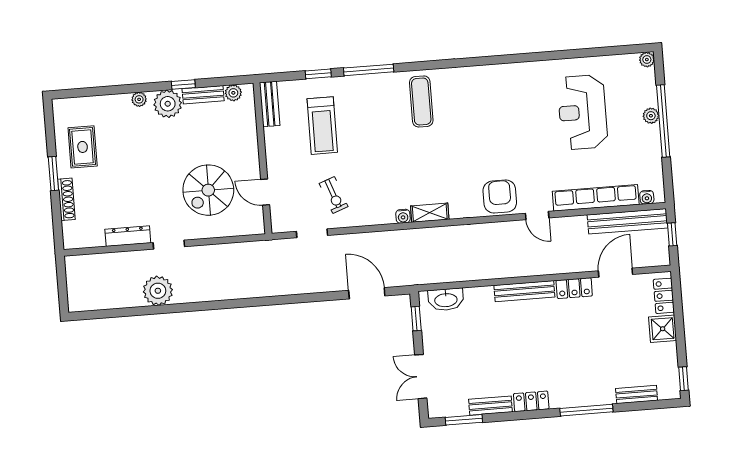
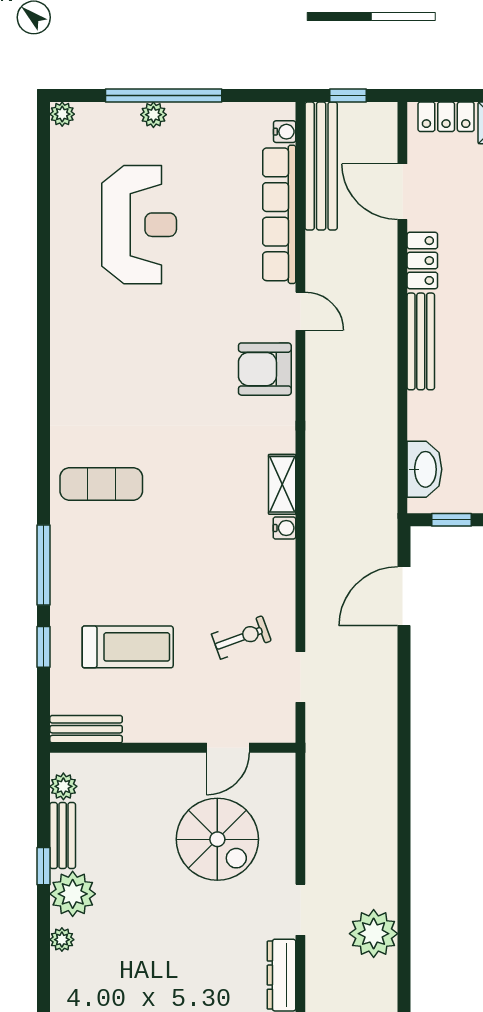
reception desk: (583, 112) -> (139, 225), turned -90
door: (537, 216) -> (300, 311), hinge flipped

